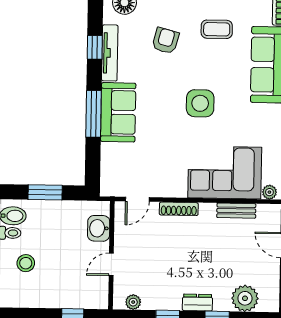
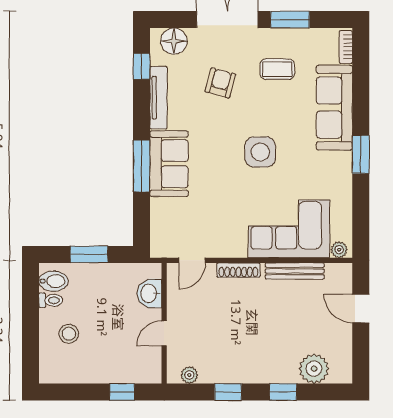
window: (95, 47) -> (142, 66), moved
bench: (236, 211) -> (295, 271), width x1.36
dresser: (197, 302) -> (261, 374), removed

